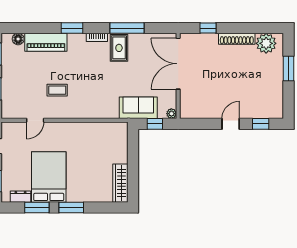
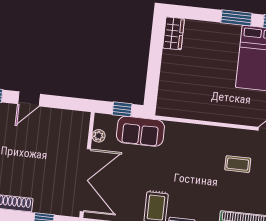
plant: (171, 114) -> (99, 136), moved
wardrobe: (120, 183) -> (173, 33), width x0.67

